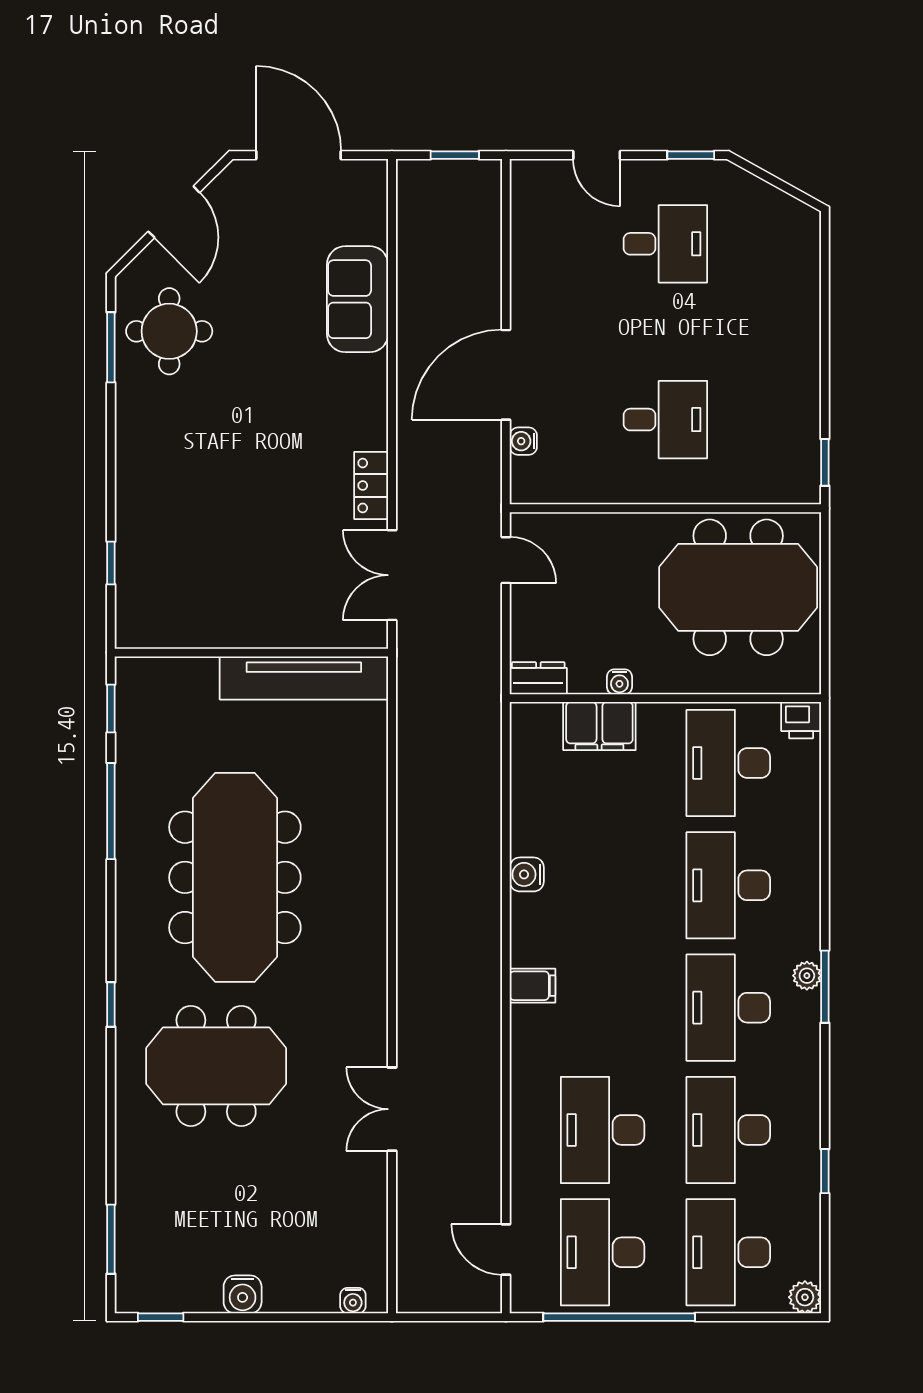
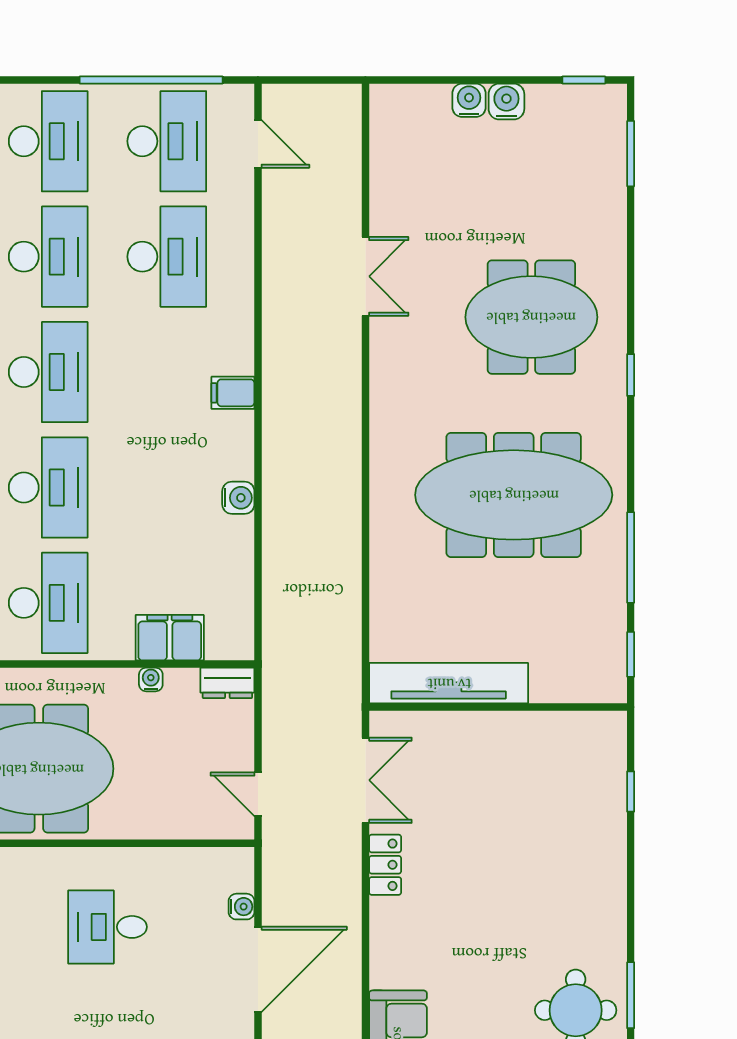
meeting table: (235, 877) -> (514, 495), turned 90
water cooler: (353, 1301) -> (469, 100), moved, width x1.38, depth x1.38

